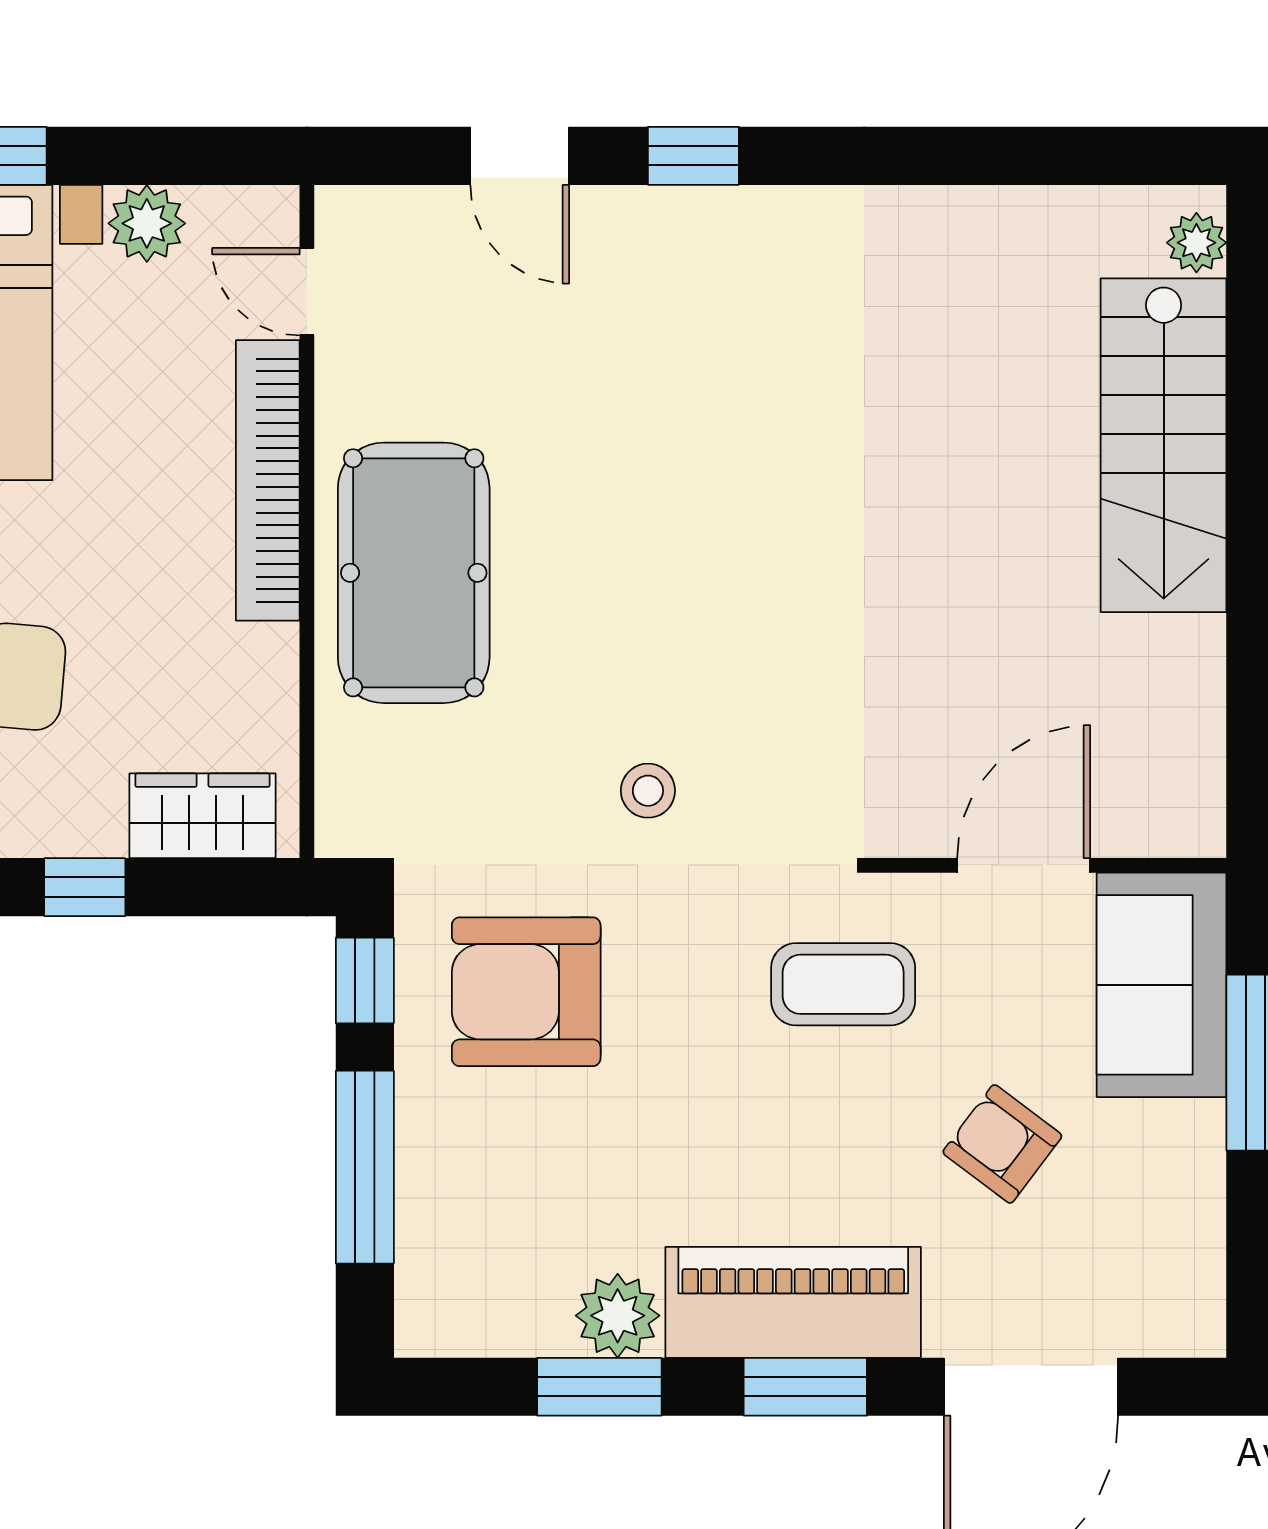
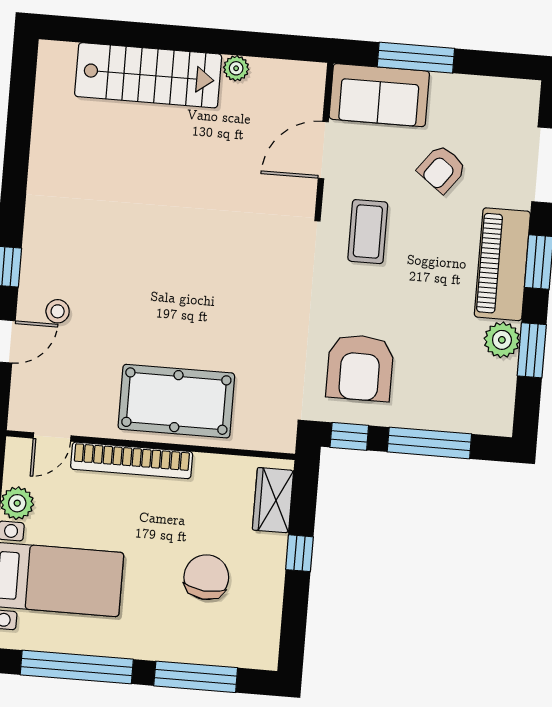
plant: (1196, 243) -> (236, 68), moved
stool: (648, 791) -> (58, 311), moved
door: (1024, 865) -> (323, 150), hinge flipped

